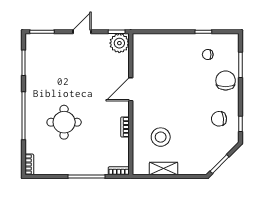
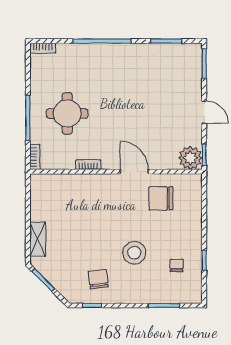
chair: (226, 81) -> (161, 198), moved, turned 180
round table: (64, 122) -> (67, 113), moved
stool: (161, 137) -> (134, 253), moved
shelving: (164, 169) -> (38, 239), moved

